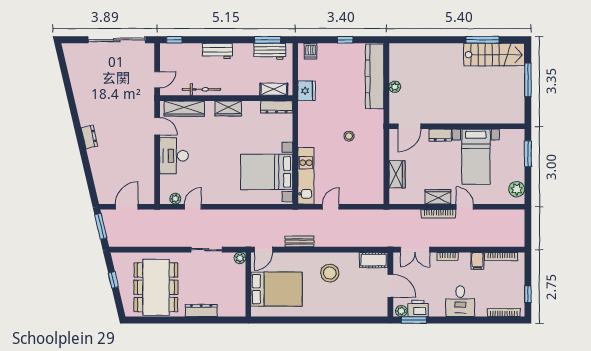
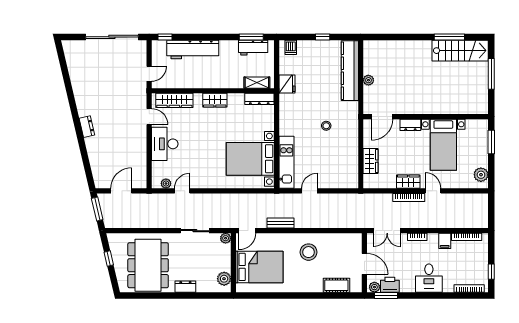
workbench: (217, 51) -> (193, 49), width x1.88, depth x1.32
bicycle: (201, 89) -> (190, 83), removed
cot: (374, 260) -> (336, 285), moved
plant: (238, 302) -> (224, 279), added
dresser: (201, 310) -> (185, 287), width x0.70

